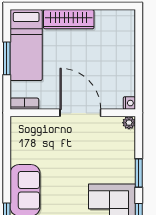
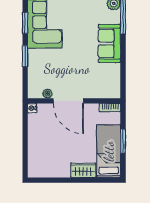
wardrobe: (69, 19) -> (83, 170), width x0.67
plant: (129, 123) -> (47, 94), moved

